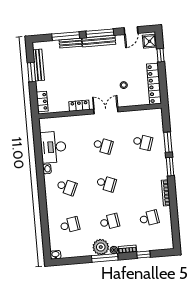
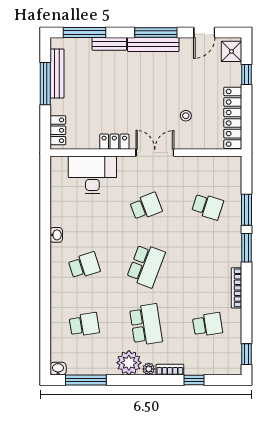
window: (66, 36) -> (85, 32), moved
window: (32, 72) -> (45, 84), width x1.44
school desk: (103, 146) -> (146, 206), turned -42
desk: (53, 147) -> (92, 175), moved, turned 90
school desk: (106, 184) -> (146, 266), width x1.85
school desk: (67, 187) -> (84, 266), turned -42
school desk: (110, 222) -> (146, 325), width x1.85
window: (176, 235) -> (247, 354), added
window: (105, 258) -> (86, 380), moved

